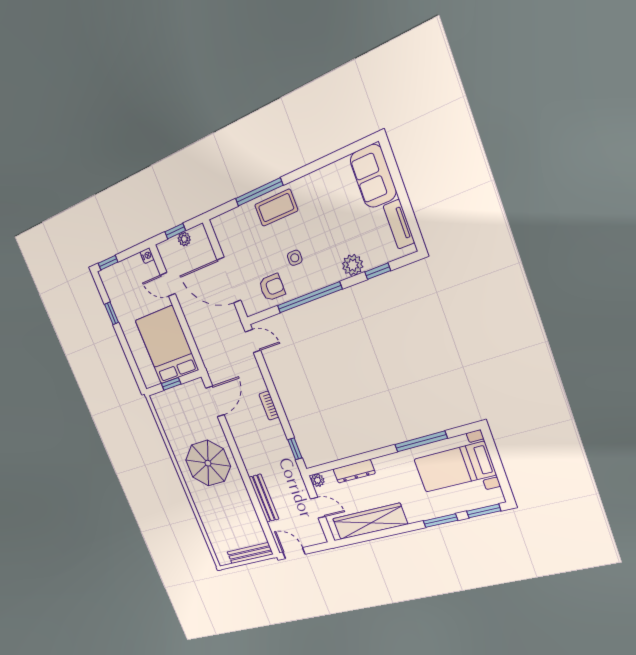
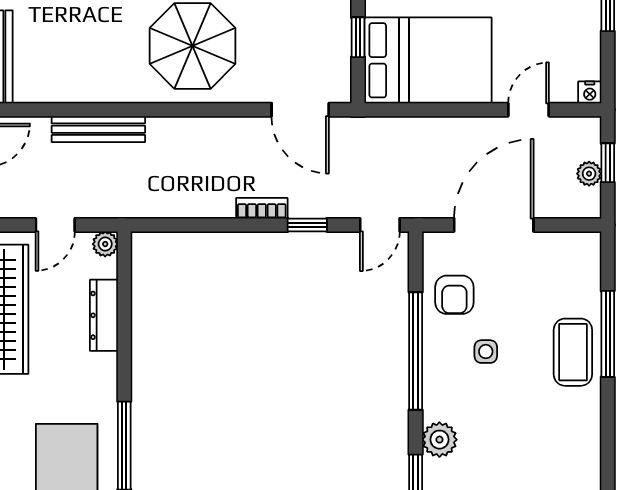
window: (295, 449) -> (307, 225), moved

